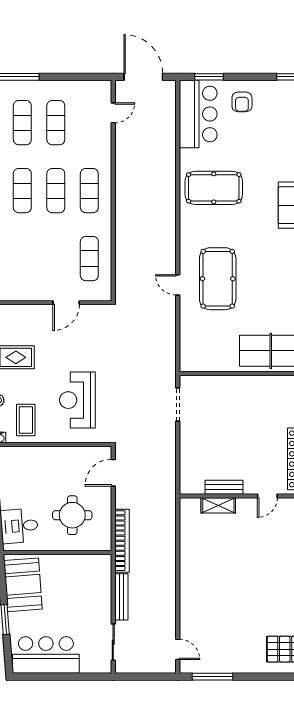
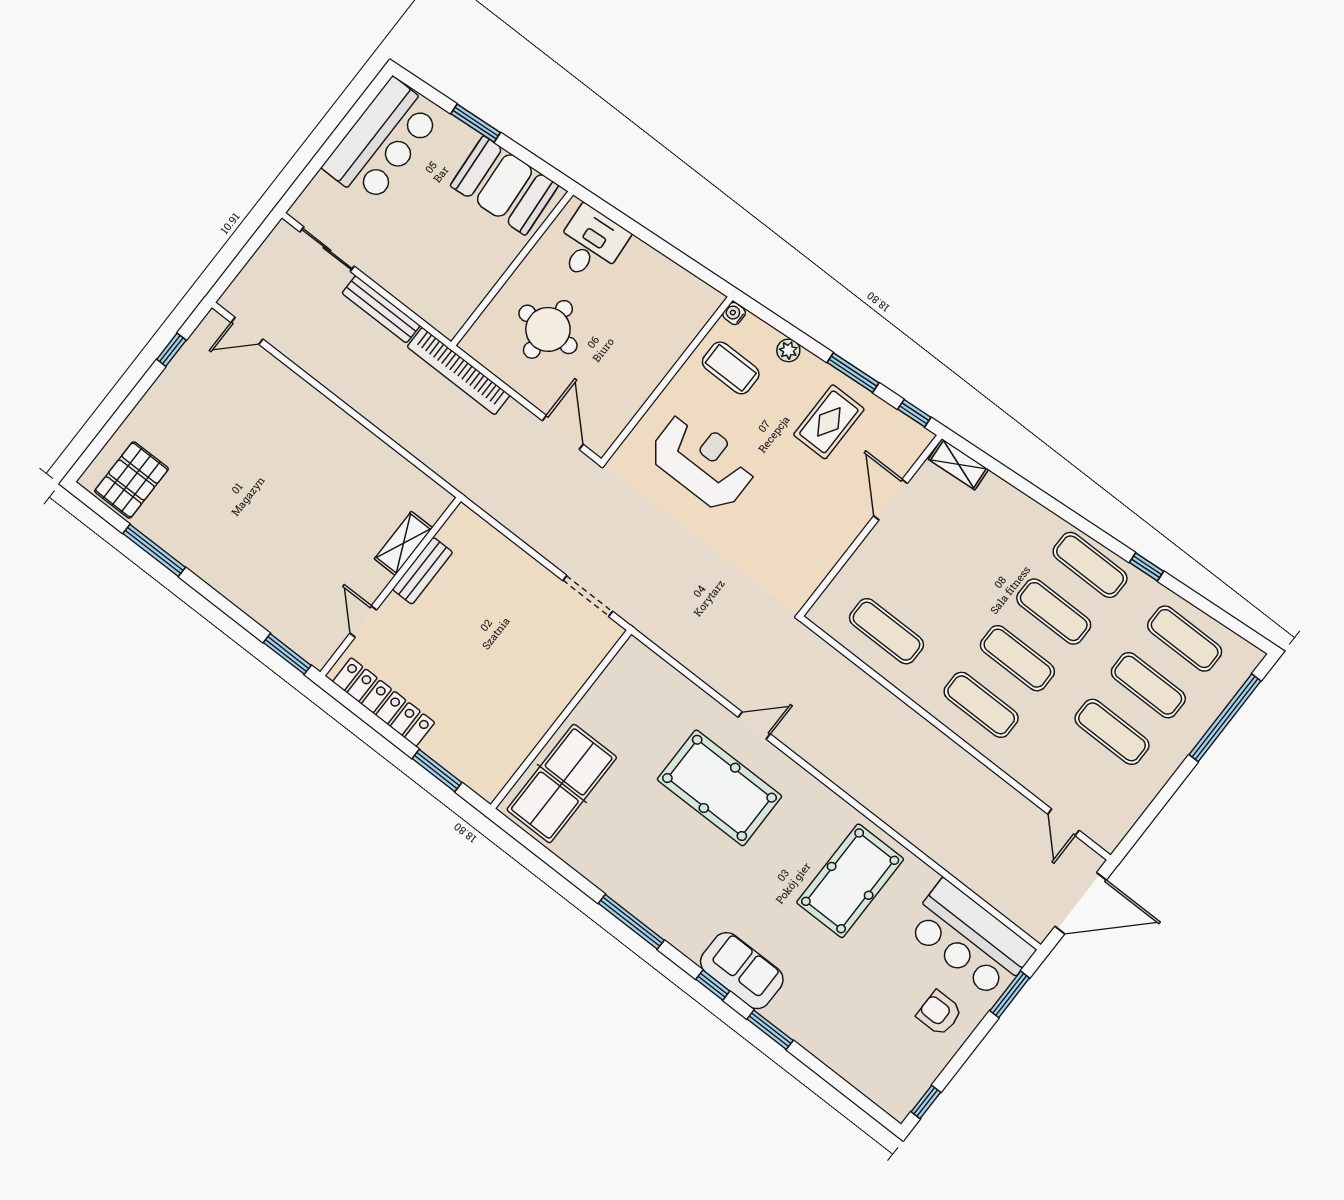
door: (66, 303) -> (891, 500), moved
window: (213, 677) -> (171, 350), width x0.46

